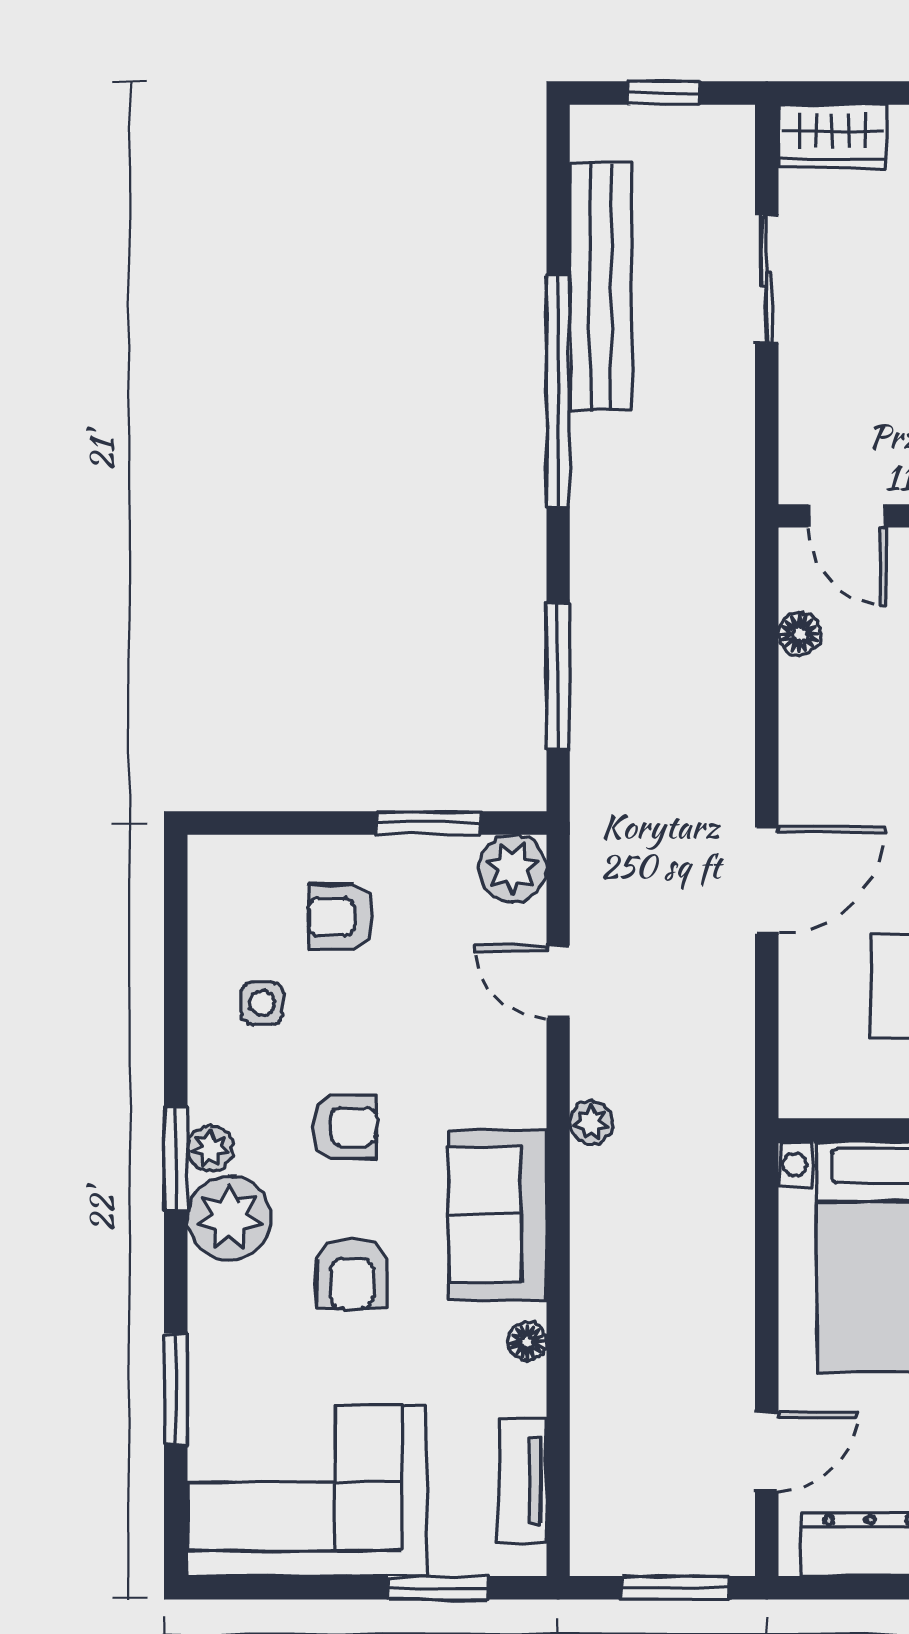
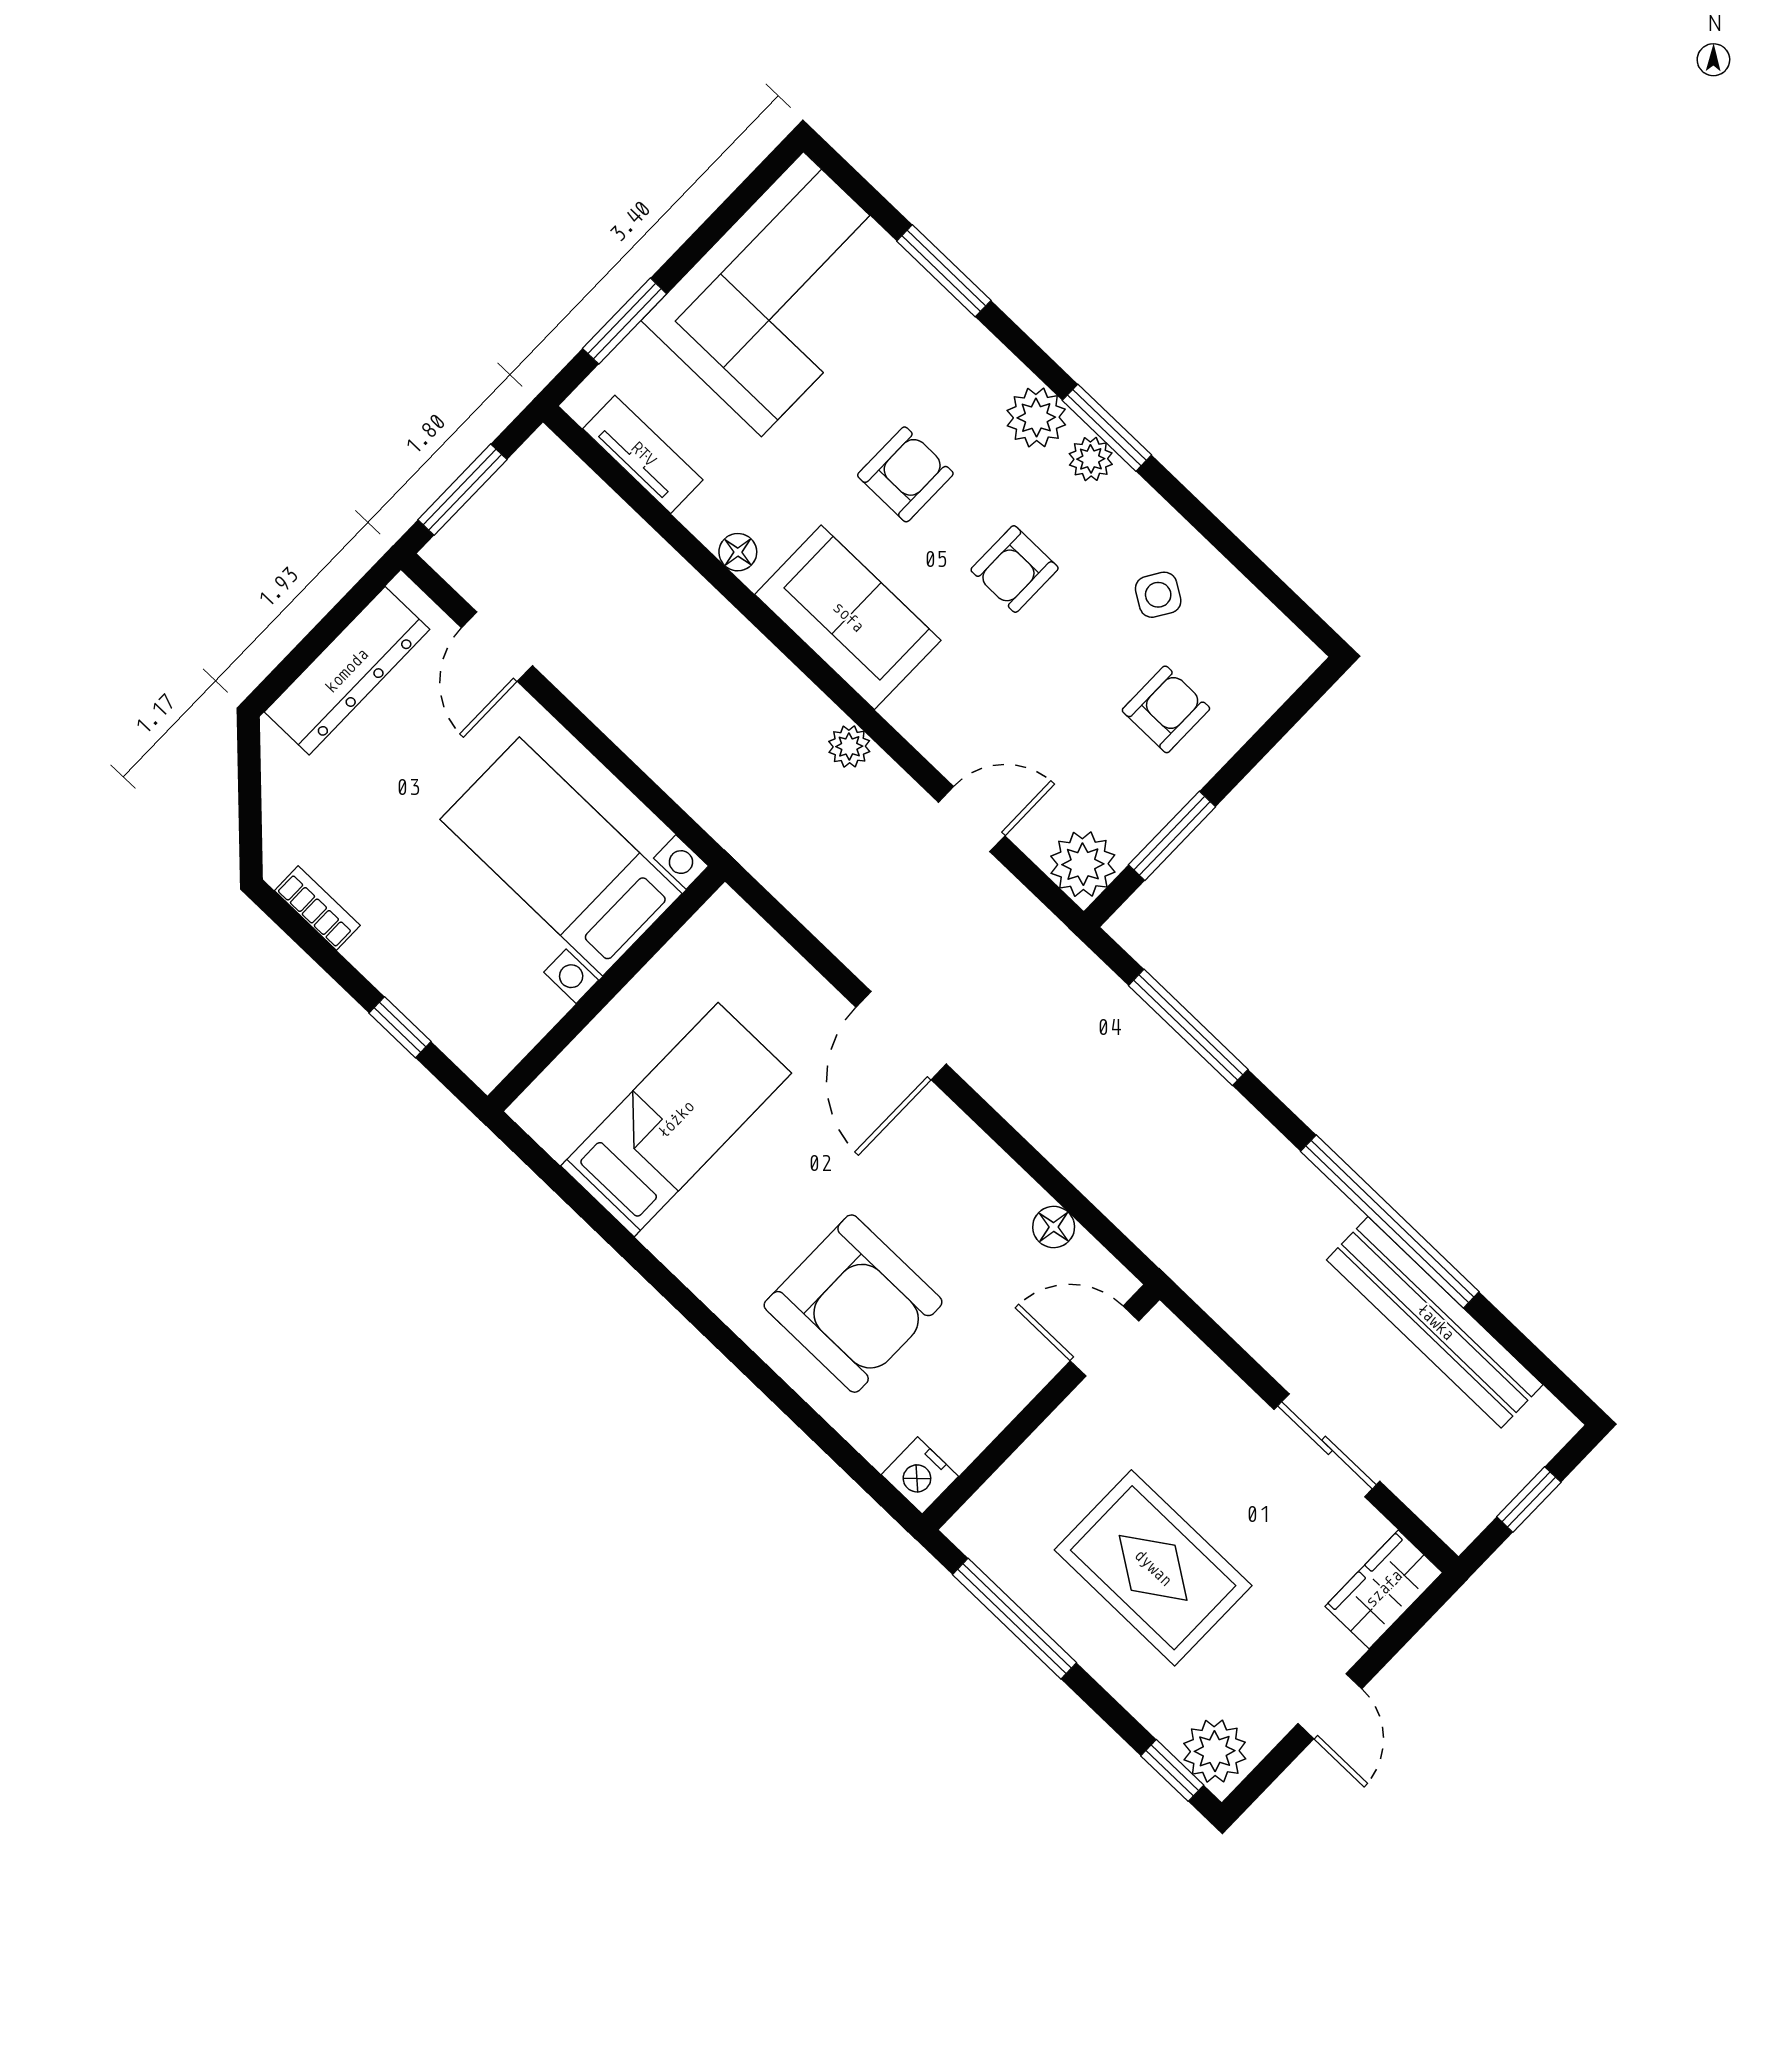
side table: (262, 1003) -> (1158, 595), turned 32
plant: (229, 1218) -> (1036, 418), width x0.73, depth x0.73
armchair: (352, 1274) -> (905, 474), turned 90

